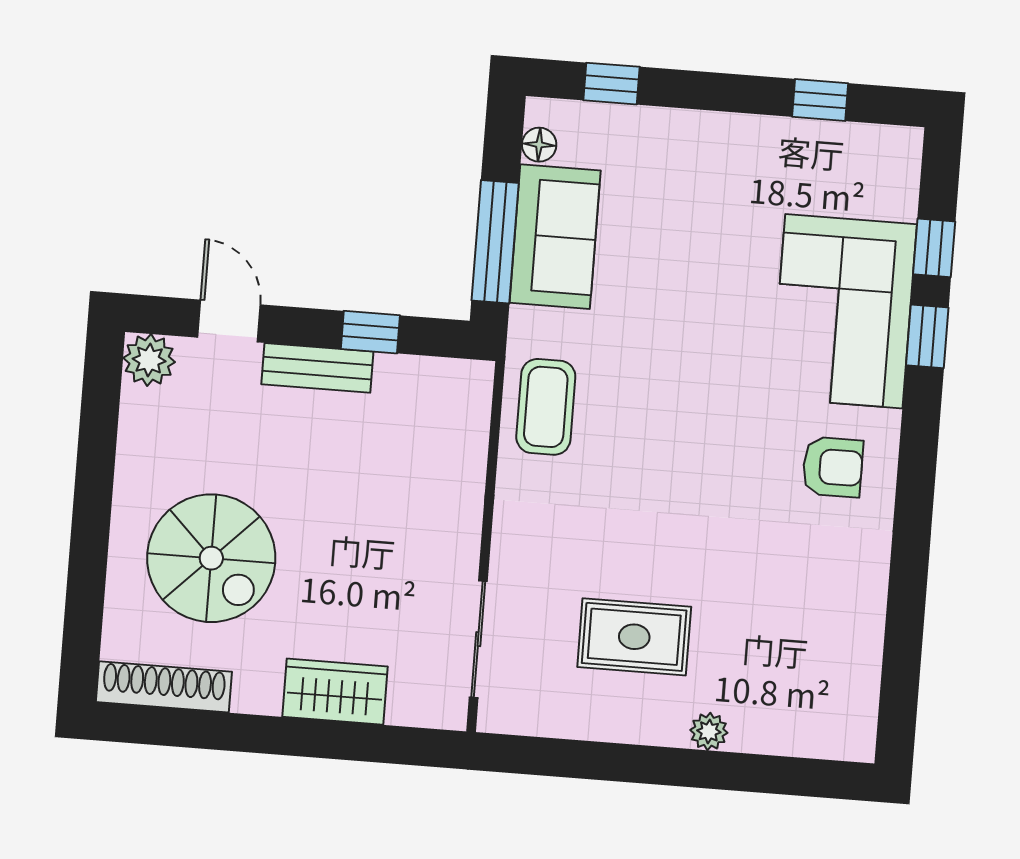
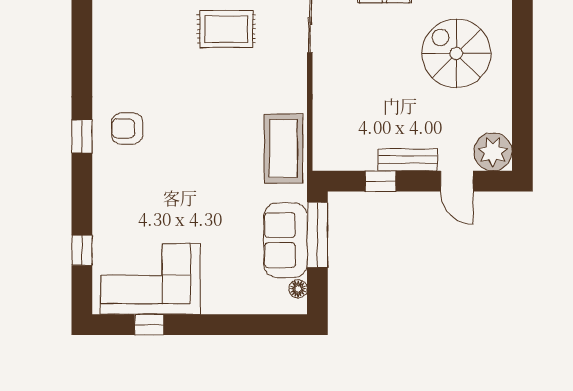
window: (612, 84) -> (262, 325), removed
corner sofa: (844, 311) -> (150, 279), moved, turned -90
window: (927, 336) -> (82, 137), moved
plant: (149, 360) -> (493, 152), width x1.36, depth x1.36
coffee table: (546, 407) -> (283, 149), width x1.36, depth x1.32

